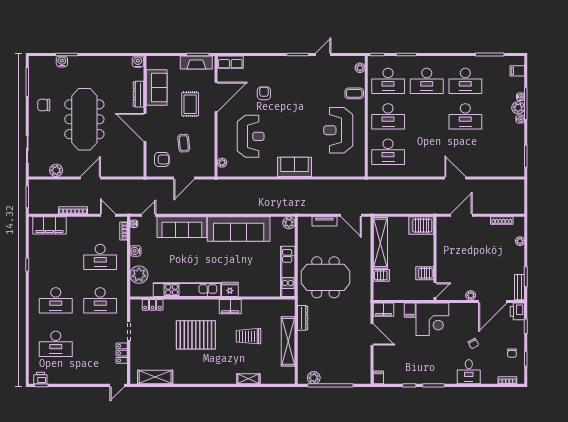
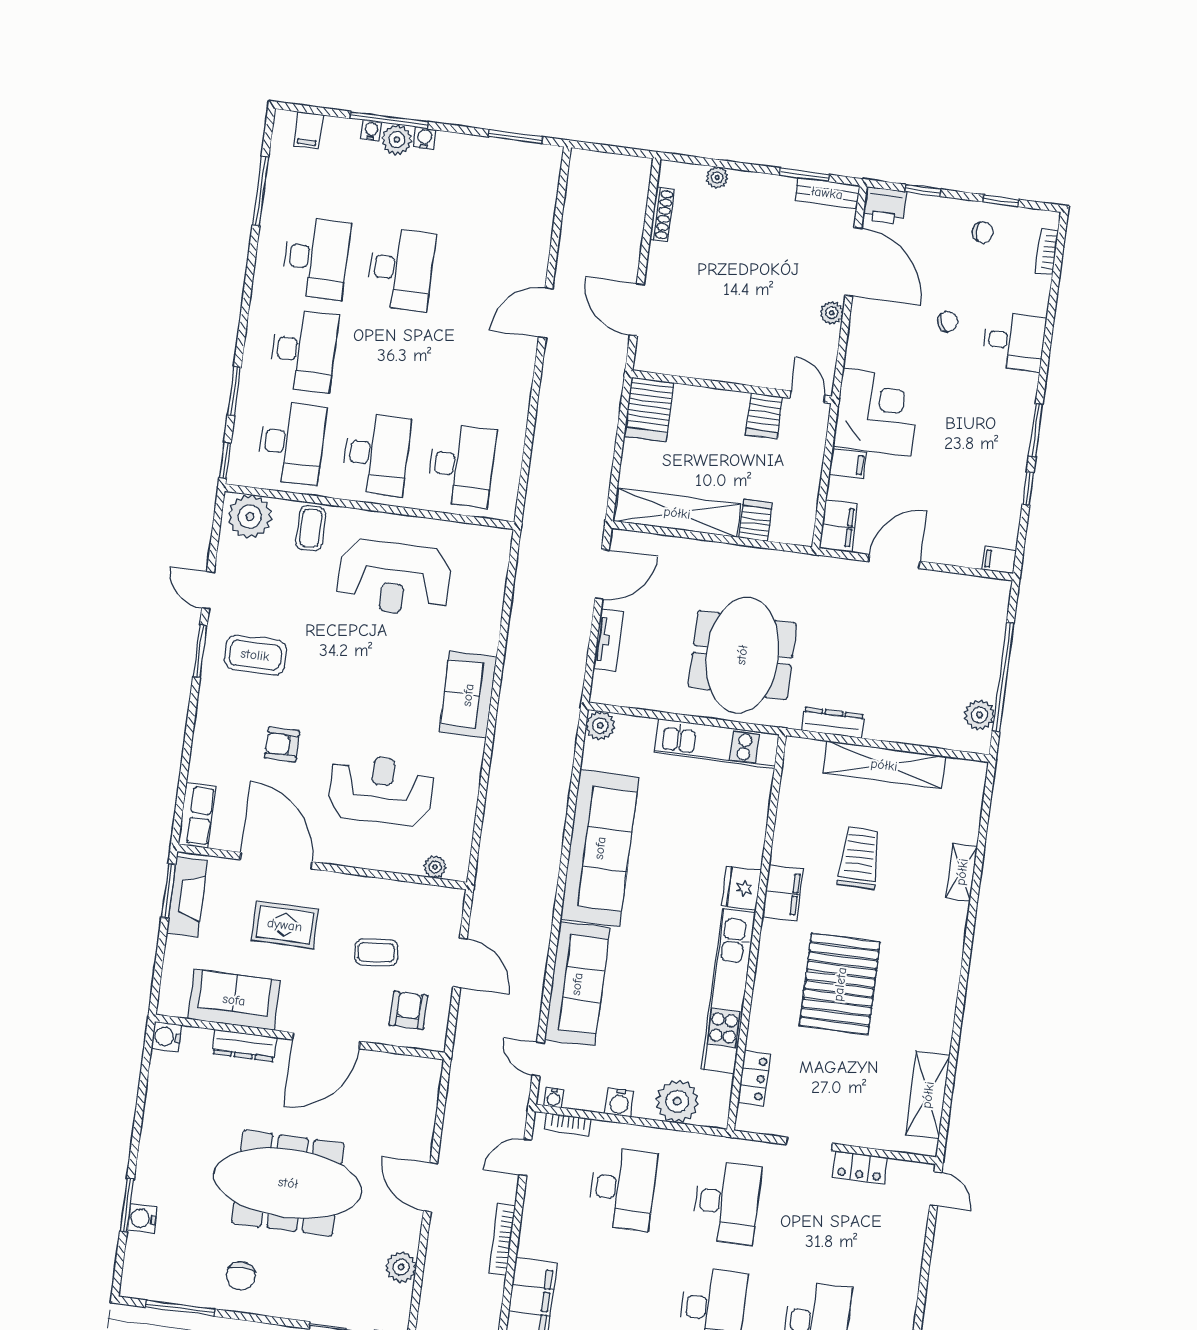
plant: (360, 68) -> (250, 517), width x1.88, depth x1.88
coffee table: (299, 78) -> (255, 655), added
trolley: (249, 336) -> (859, 858), turned 180

